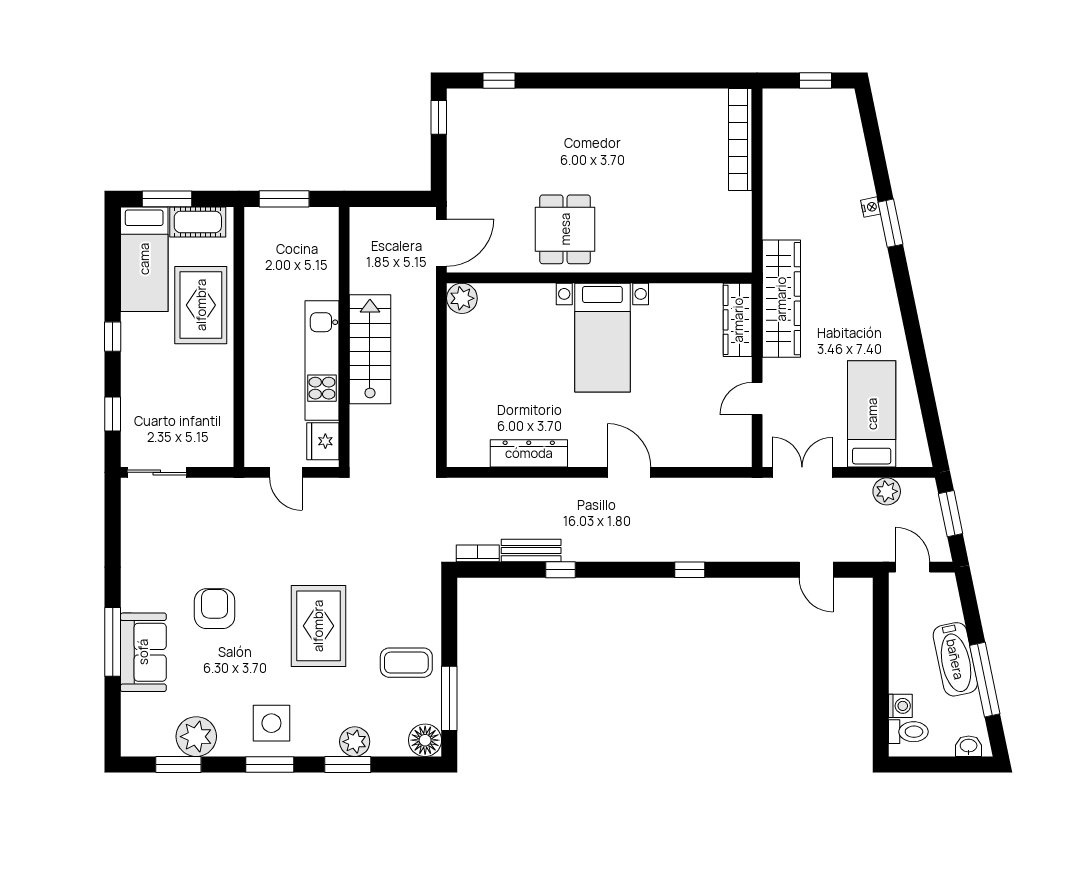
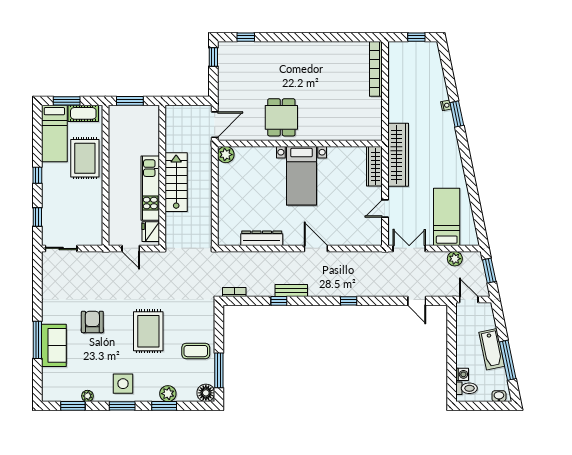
bench: (531, 551) -> (291, 291), moved
plant: (196, 737) -> (87, 396), width x0.53, depth x0.53

